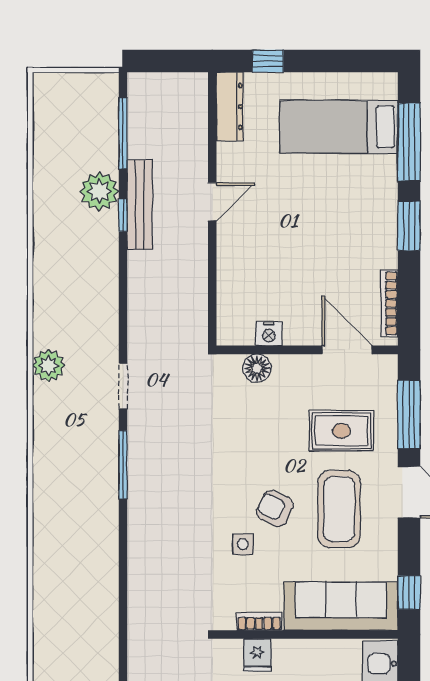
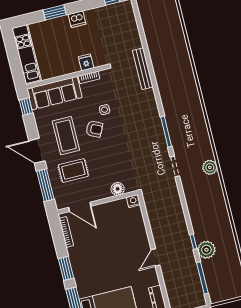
bench: (140, 205) -> (143, 69), moved
nightstand: (269, 334) -> (133, 201), moved

